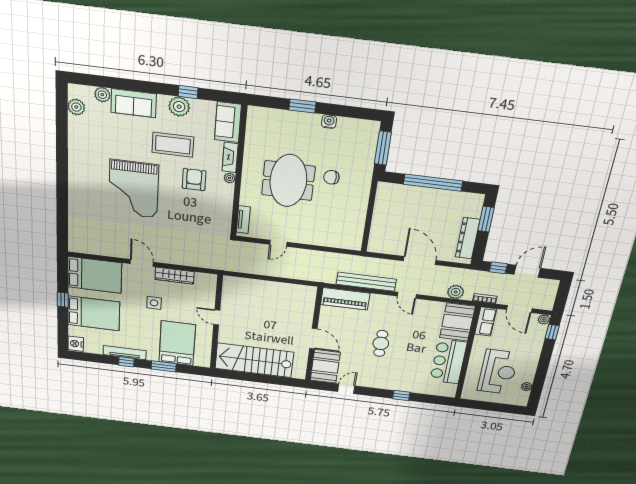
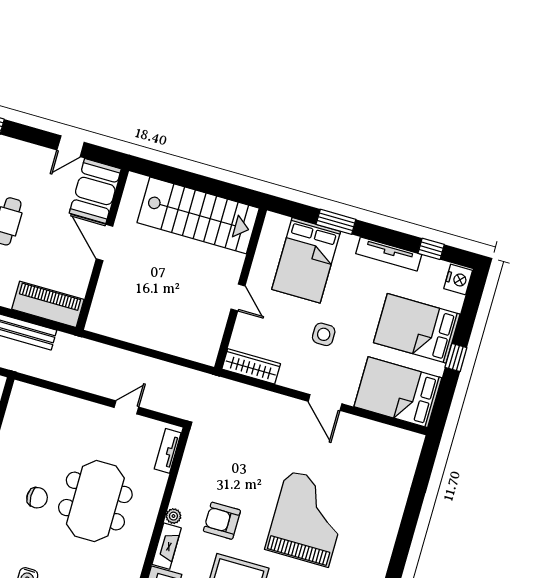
armchair: (194, 180) -> (222, 521), turned 90
wardrobe: (175, 276) -> (251, 366), moved
window: (126, 362) -> (431, 249), moved

